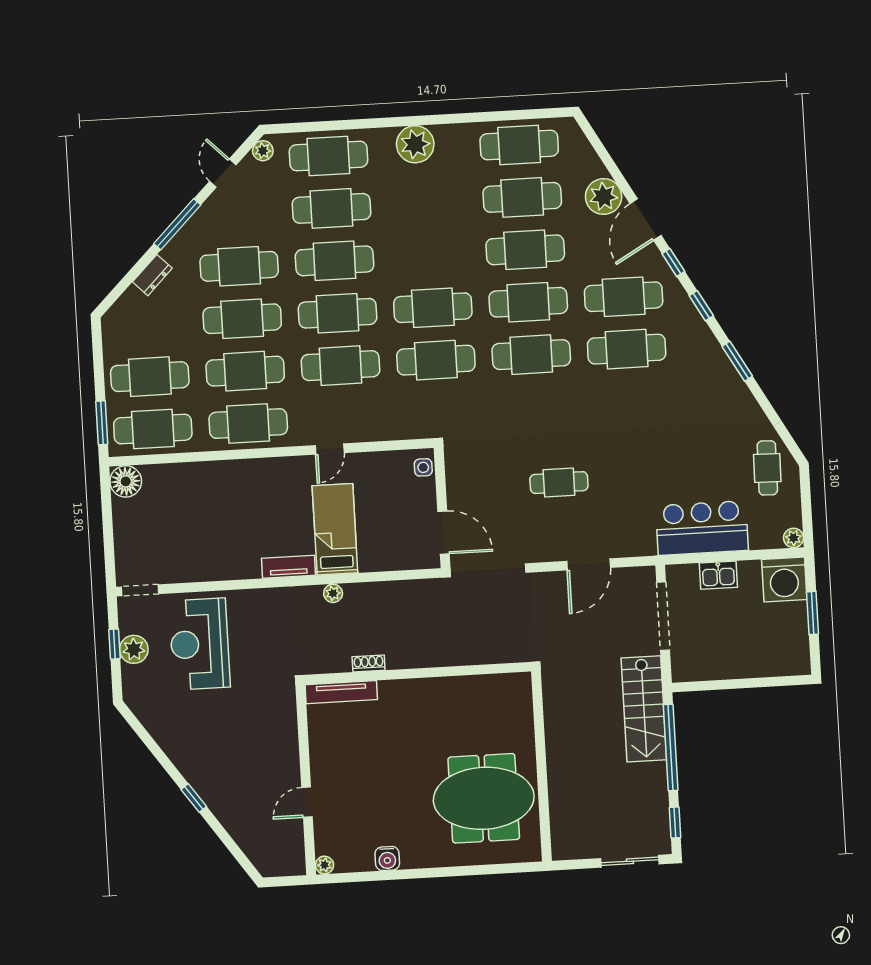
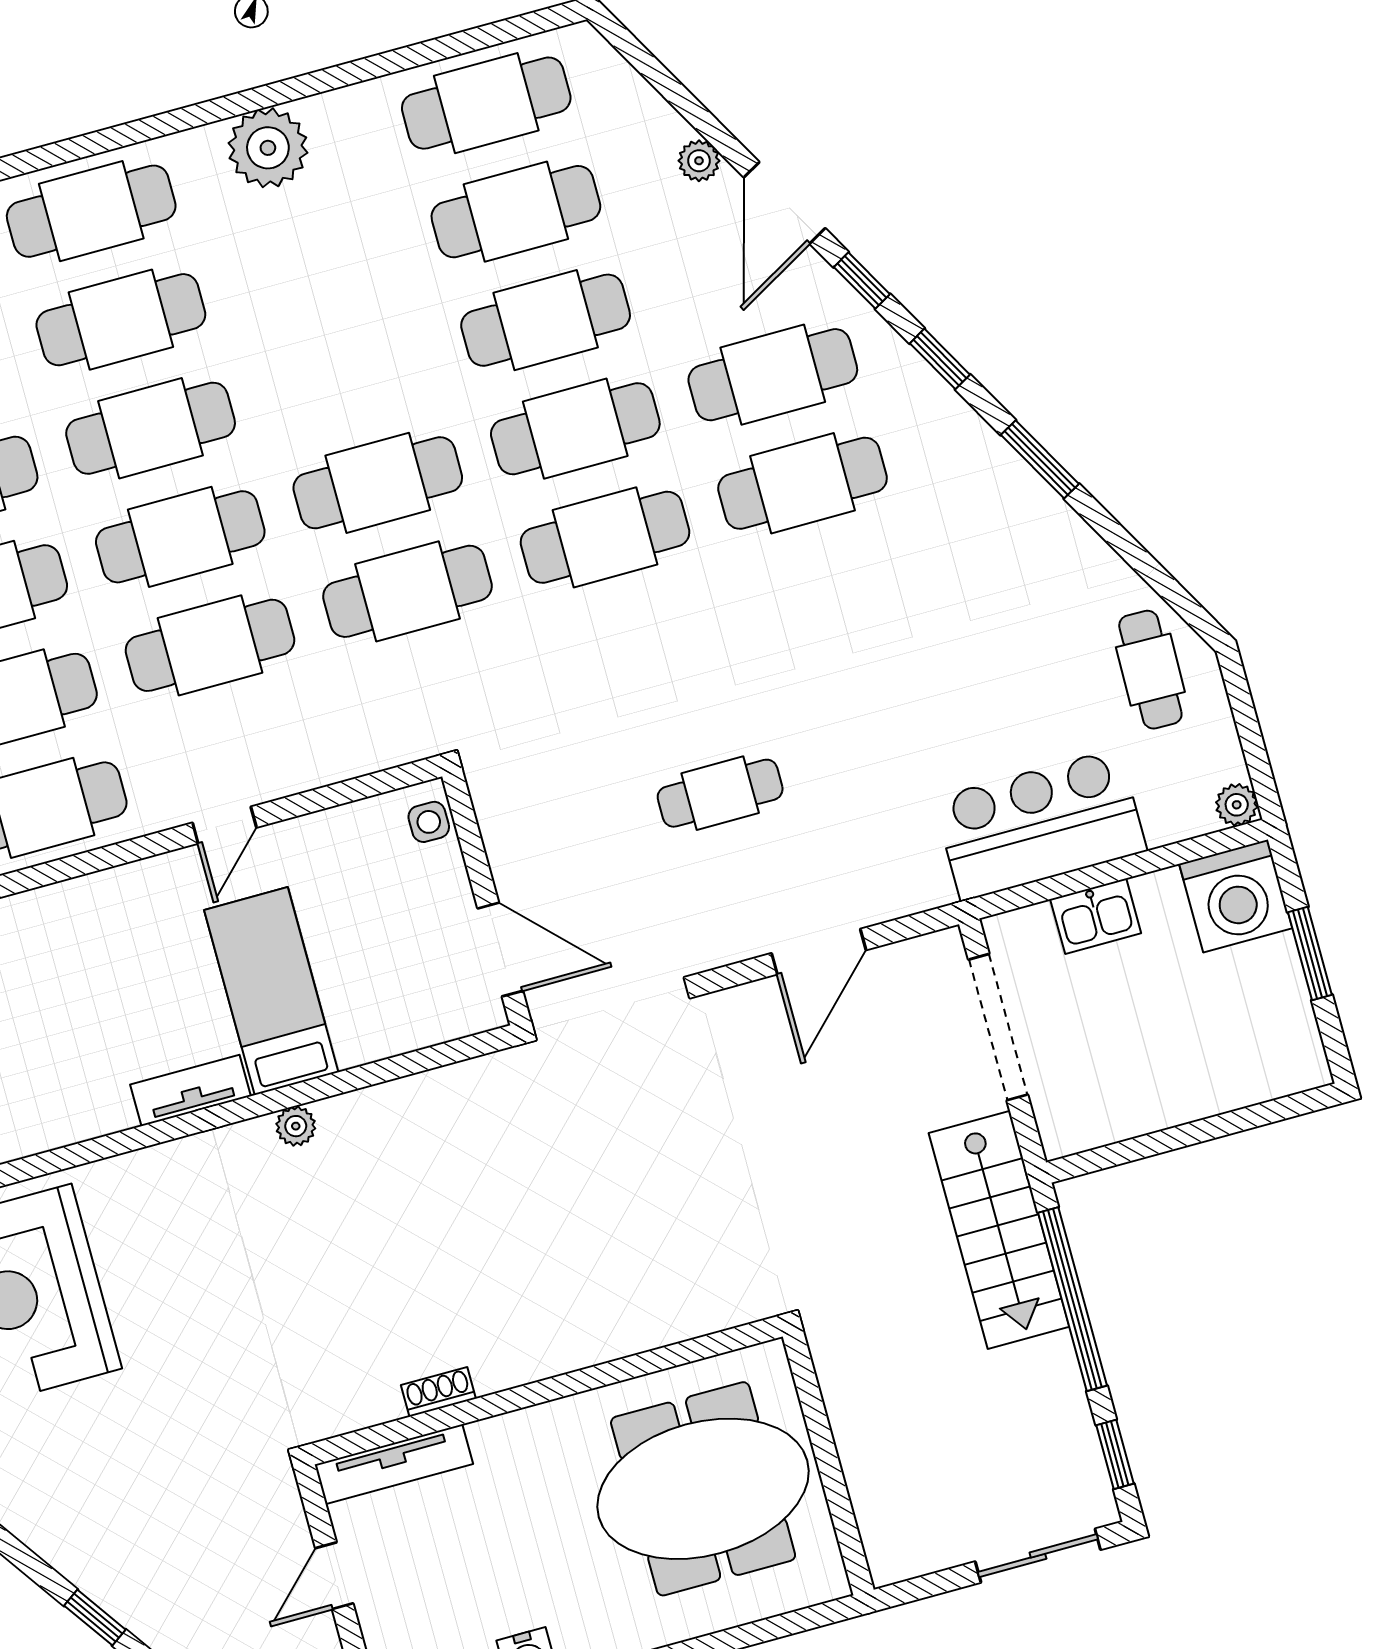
plant: (604, 197) -> (699, 161), width x0.53, depth x0.53
shoe rack: (369, 663) -> (438, 1392), moved
wall: (418, 673) -> (546, 1390), moved
tv unit: (341, 692) -> (394, 1464), moved

